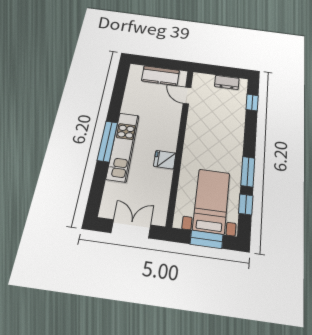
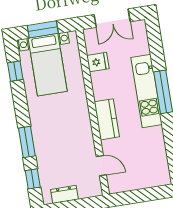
kitchen counter: (161, 76) -> (107, 119), moved, turned 90
fridge: (165, 160) -> (98, 62), moved
window: (248, 172) -> (27, 142), moved

